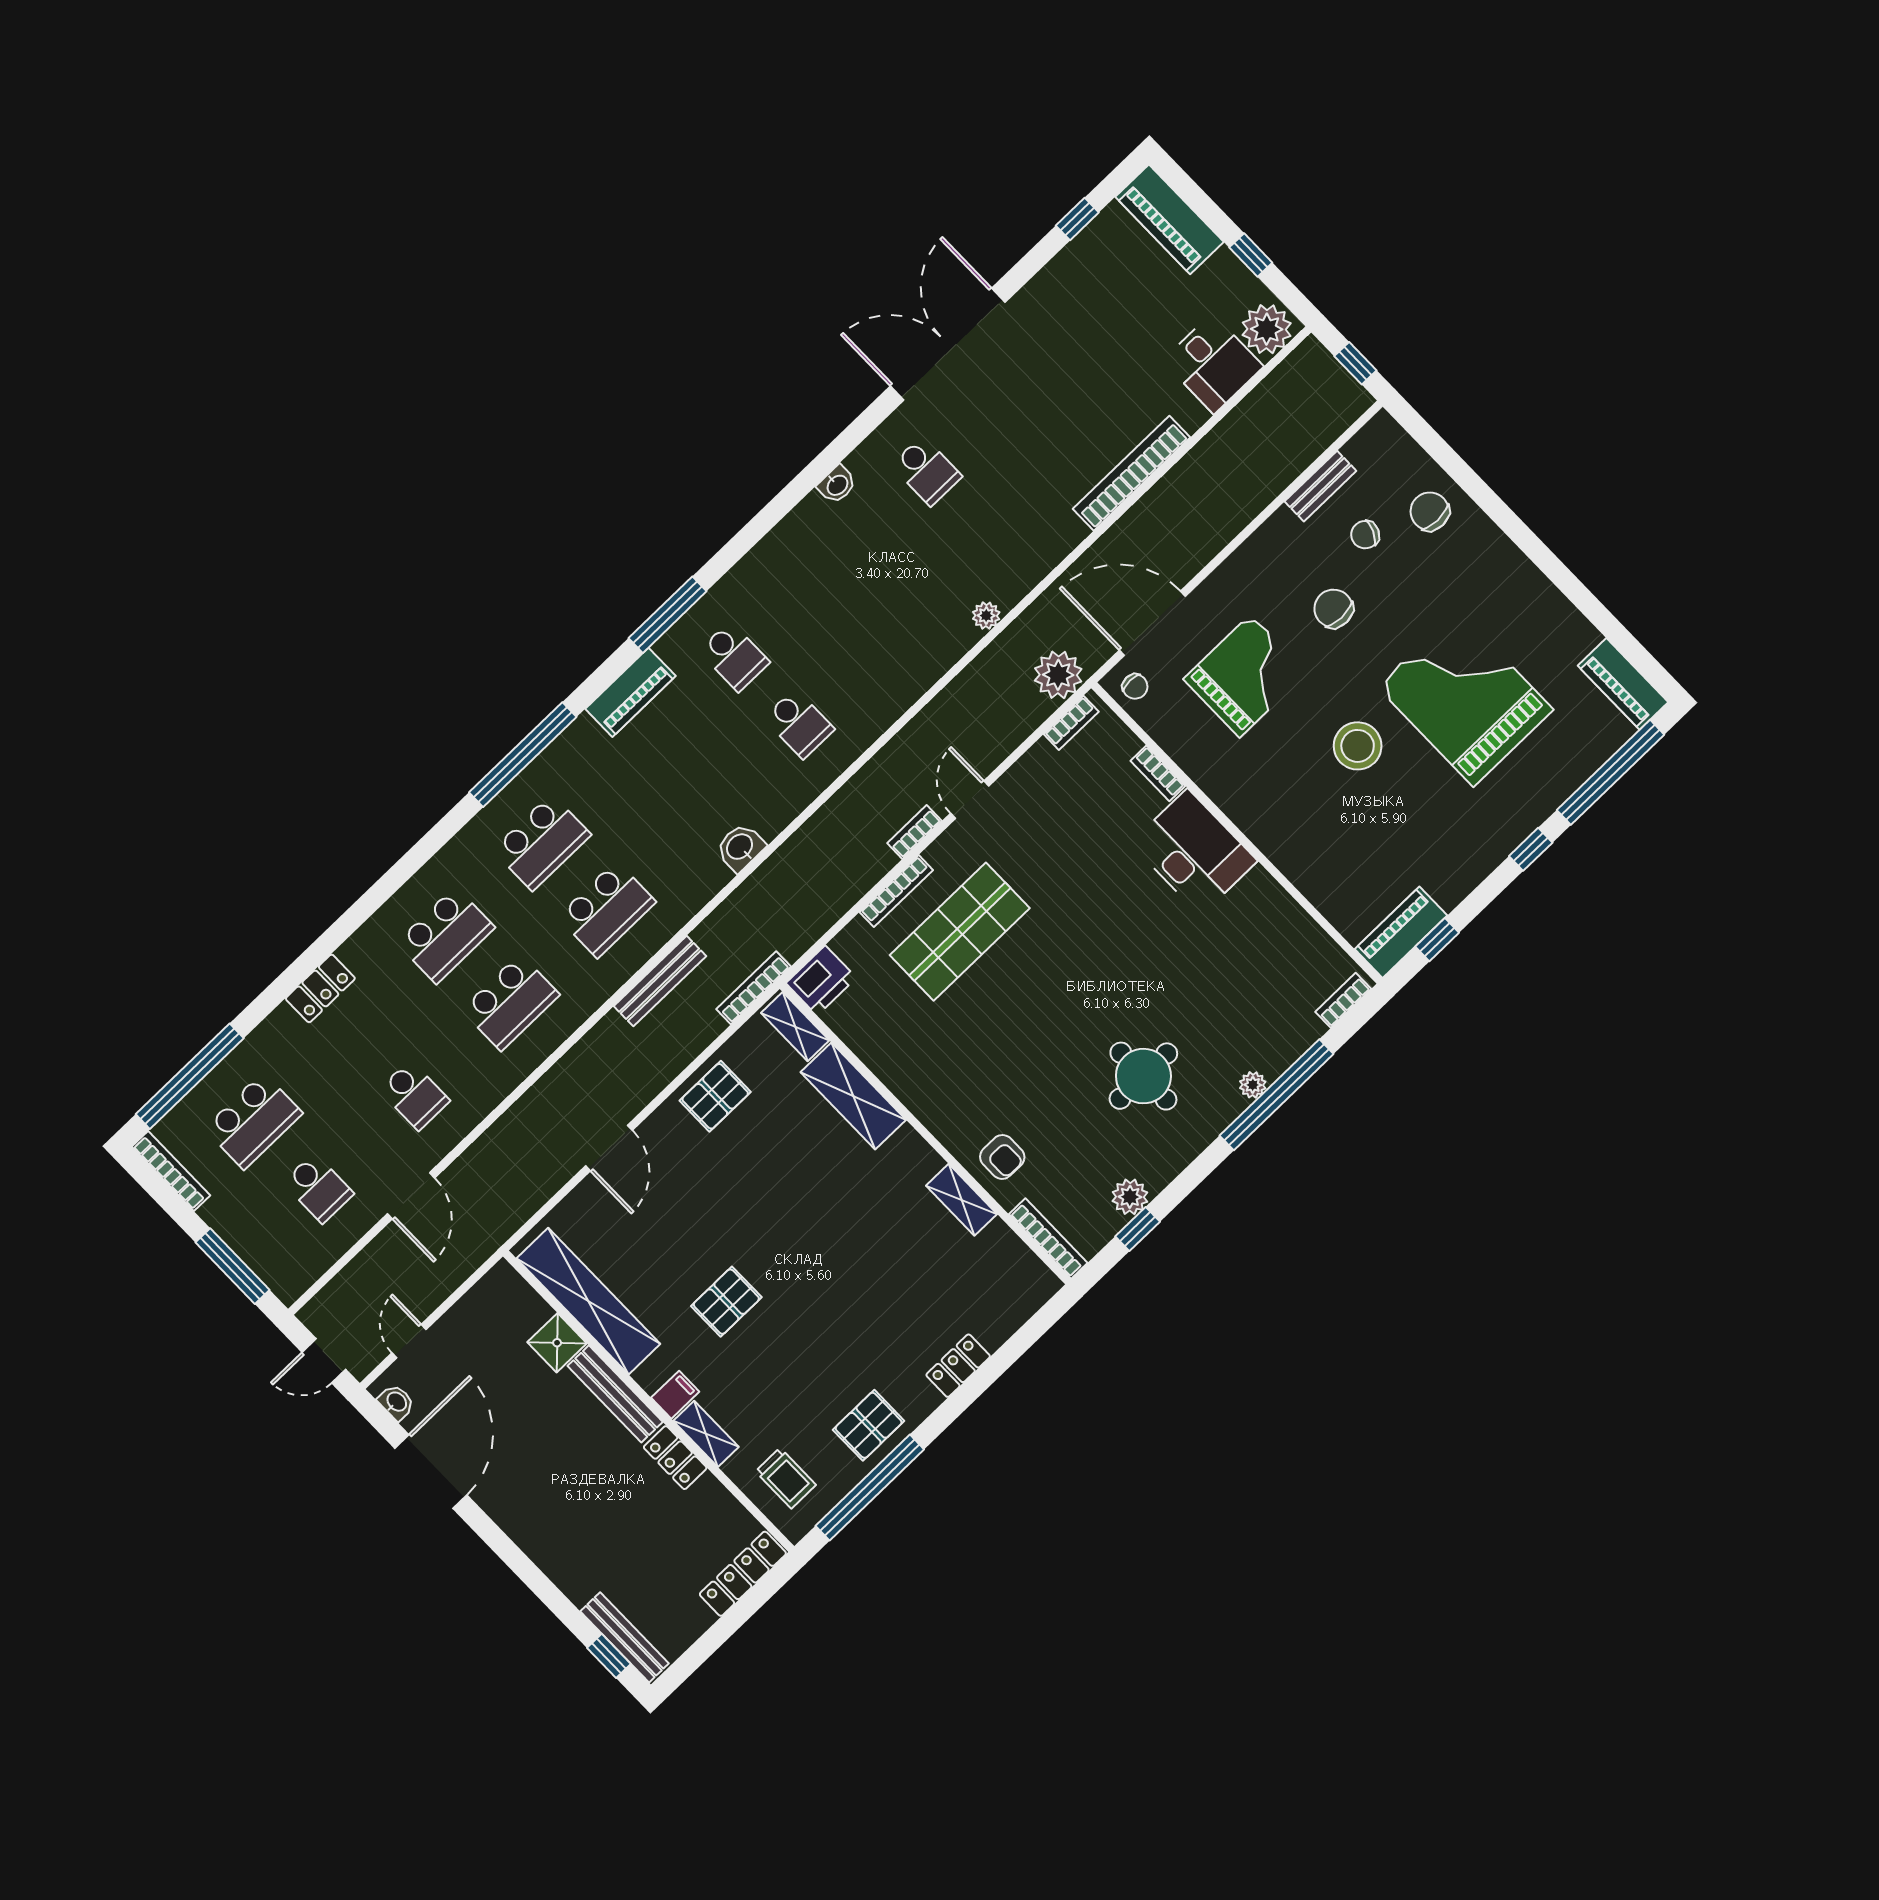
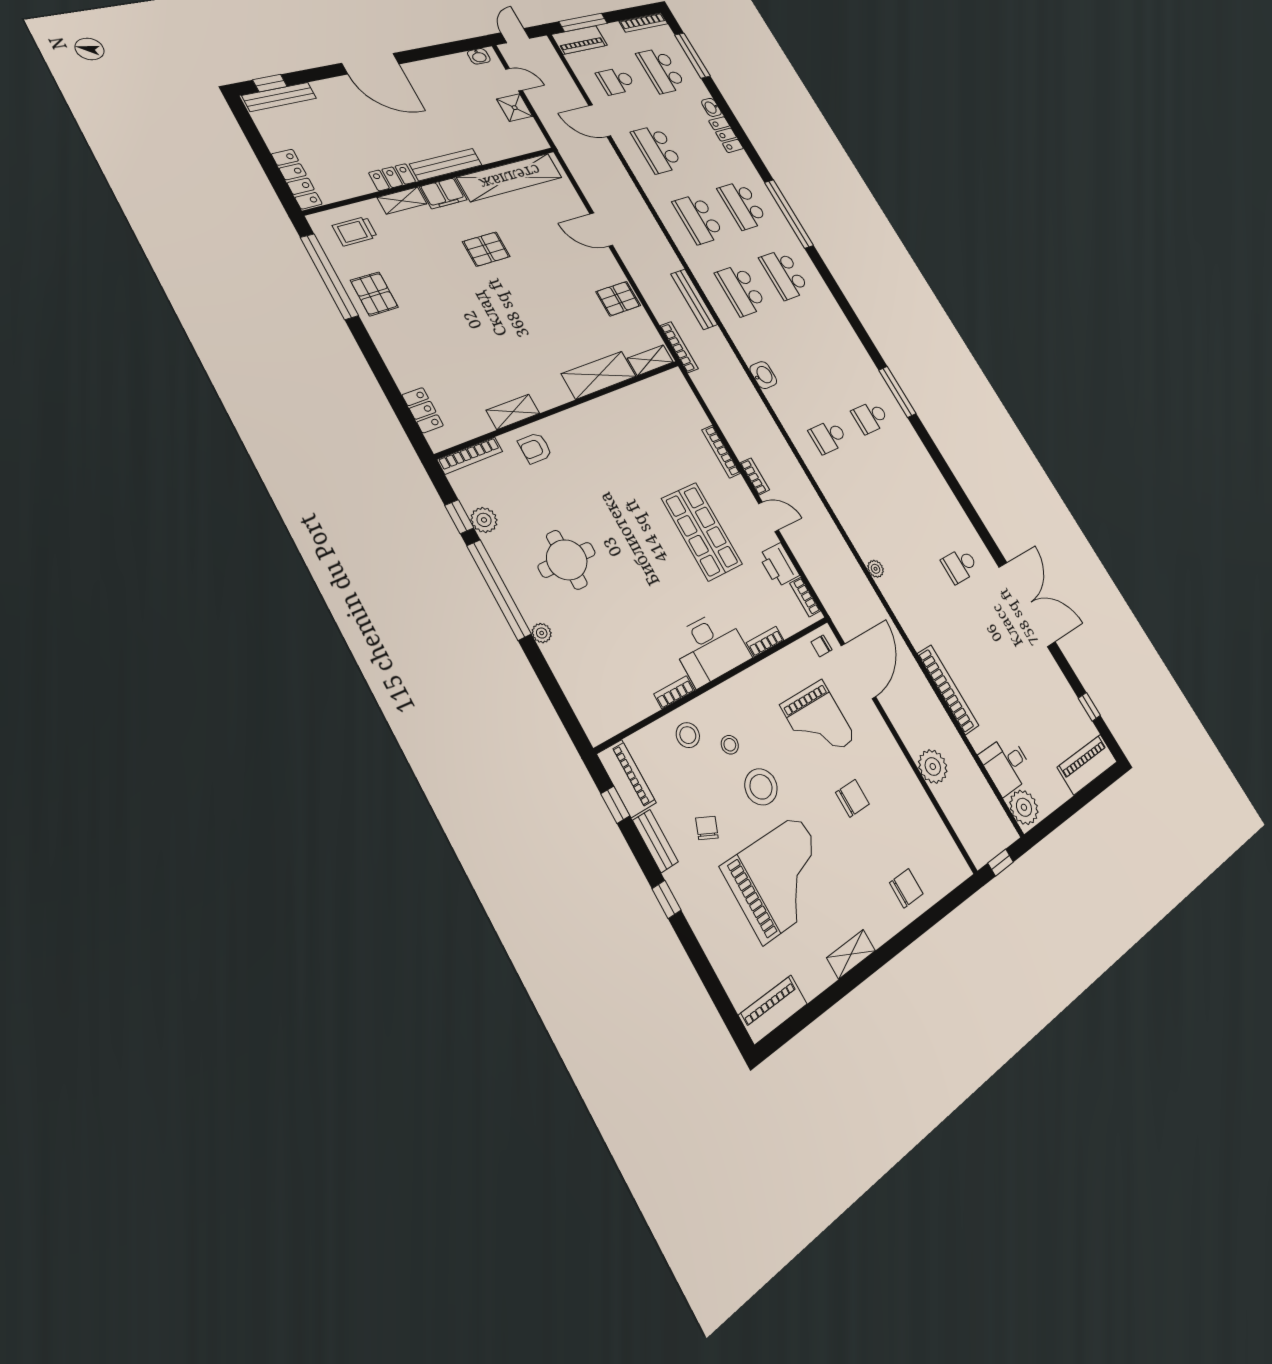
window: (1251, 255) -> (1066, 811), removed
washbasin: (837, 485) -> (711, 107), moved
bench: (1320, 486) -> (655, 841), moved
chair: (1365, 535) -> (707, 828), moved
shelving: (1533, 584) -> (851, 954), added
plant: (1058, 675) -> (933, 766), moved
piano: (630, 692) -> (580, 40), moved, turned -90
window: (523, 755) -> (789, 214), moved
window: (1610, 772) -> (711, 982), removed
stool: (1316, 800) -> (730, 745), added
stool: (1321, 861) -> (688, 735), added
shop shelf: (960, 932) -> (702, 531), moved
printer: (821, 980) -> (779, 565), moved
bookcase: (1343, 1000) -> (674, 692), moved, turned -90
window: (190, 1076) -> (692, 56), width x0.68
school desk: (414, 1095) -> (657, 149), width x1.85
window: (1277, 1095) -> (499, 590), moved
pallet: (715, 1096) -> (618, 299), turned 90
pallet: (726, 1302) -> (486, 249), turned 90
shower: (557, 1343) -> (515, 108), moved
locker: (958, 1366) -> (423, 410), moved
filing cabinet: (675, 1395) -> (443, 193), width x2.00
door: (431, 1472) -> (371, 64), moved

